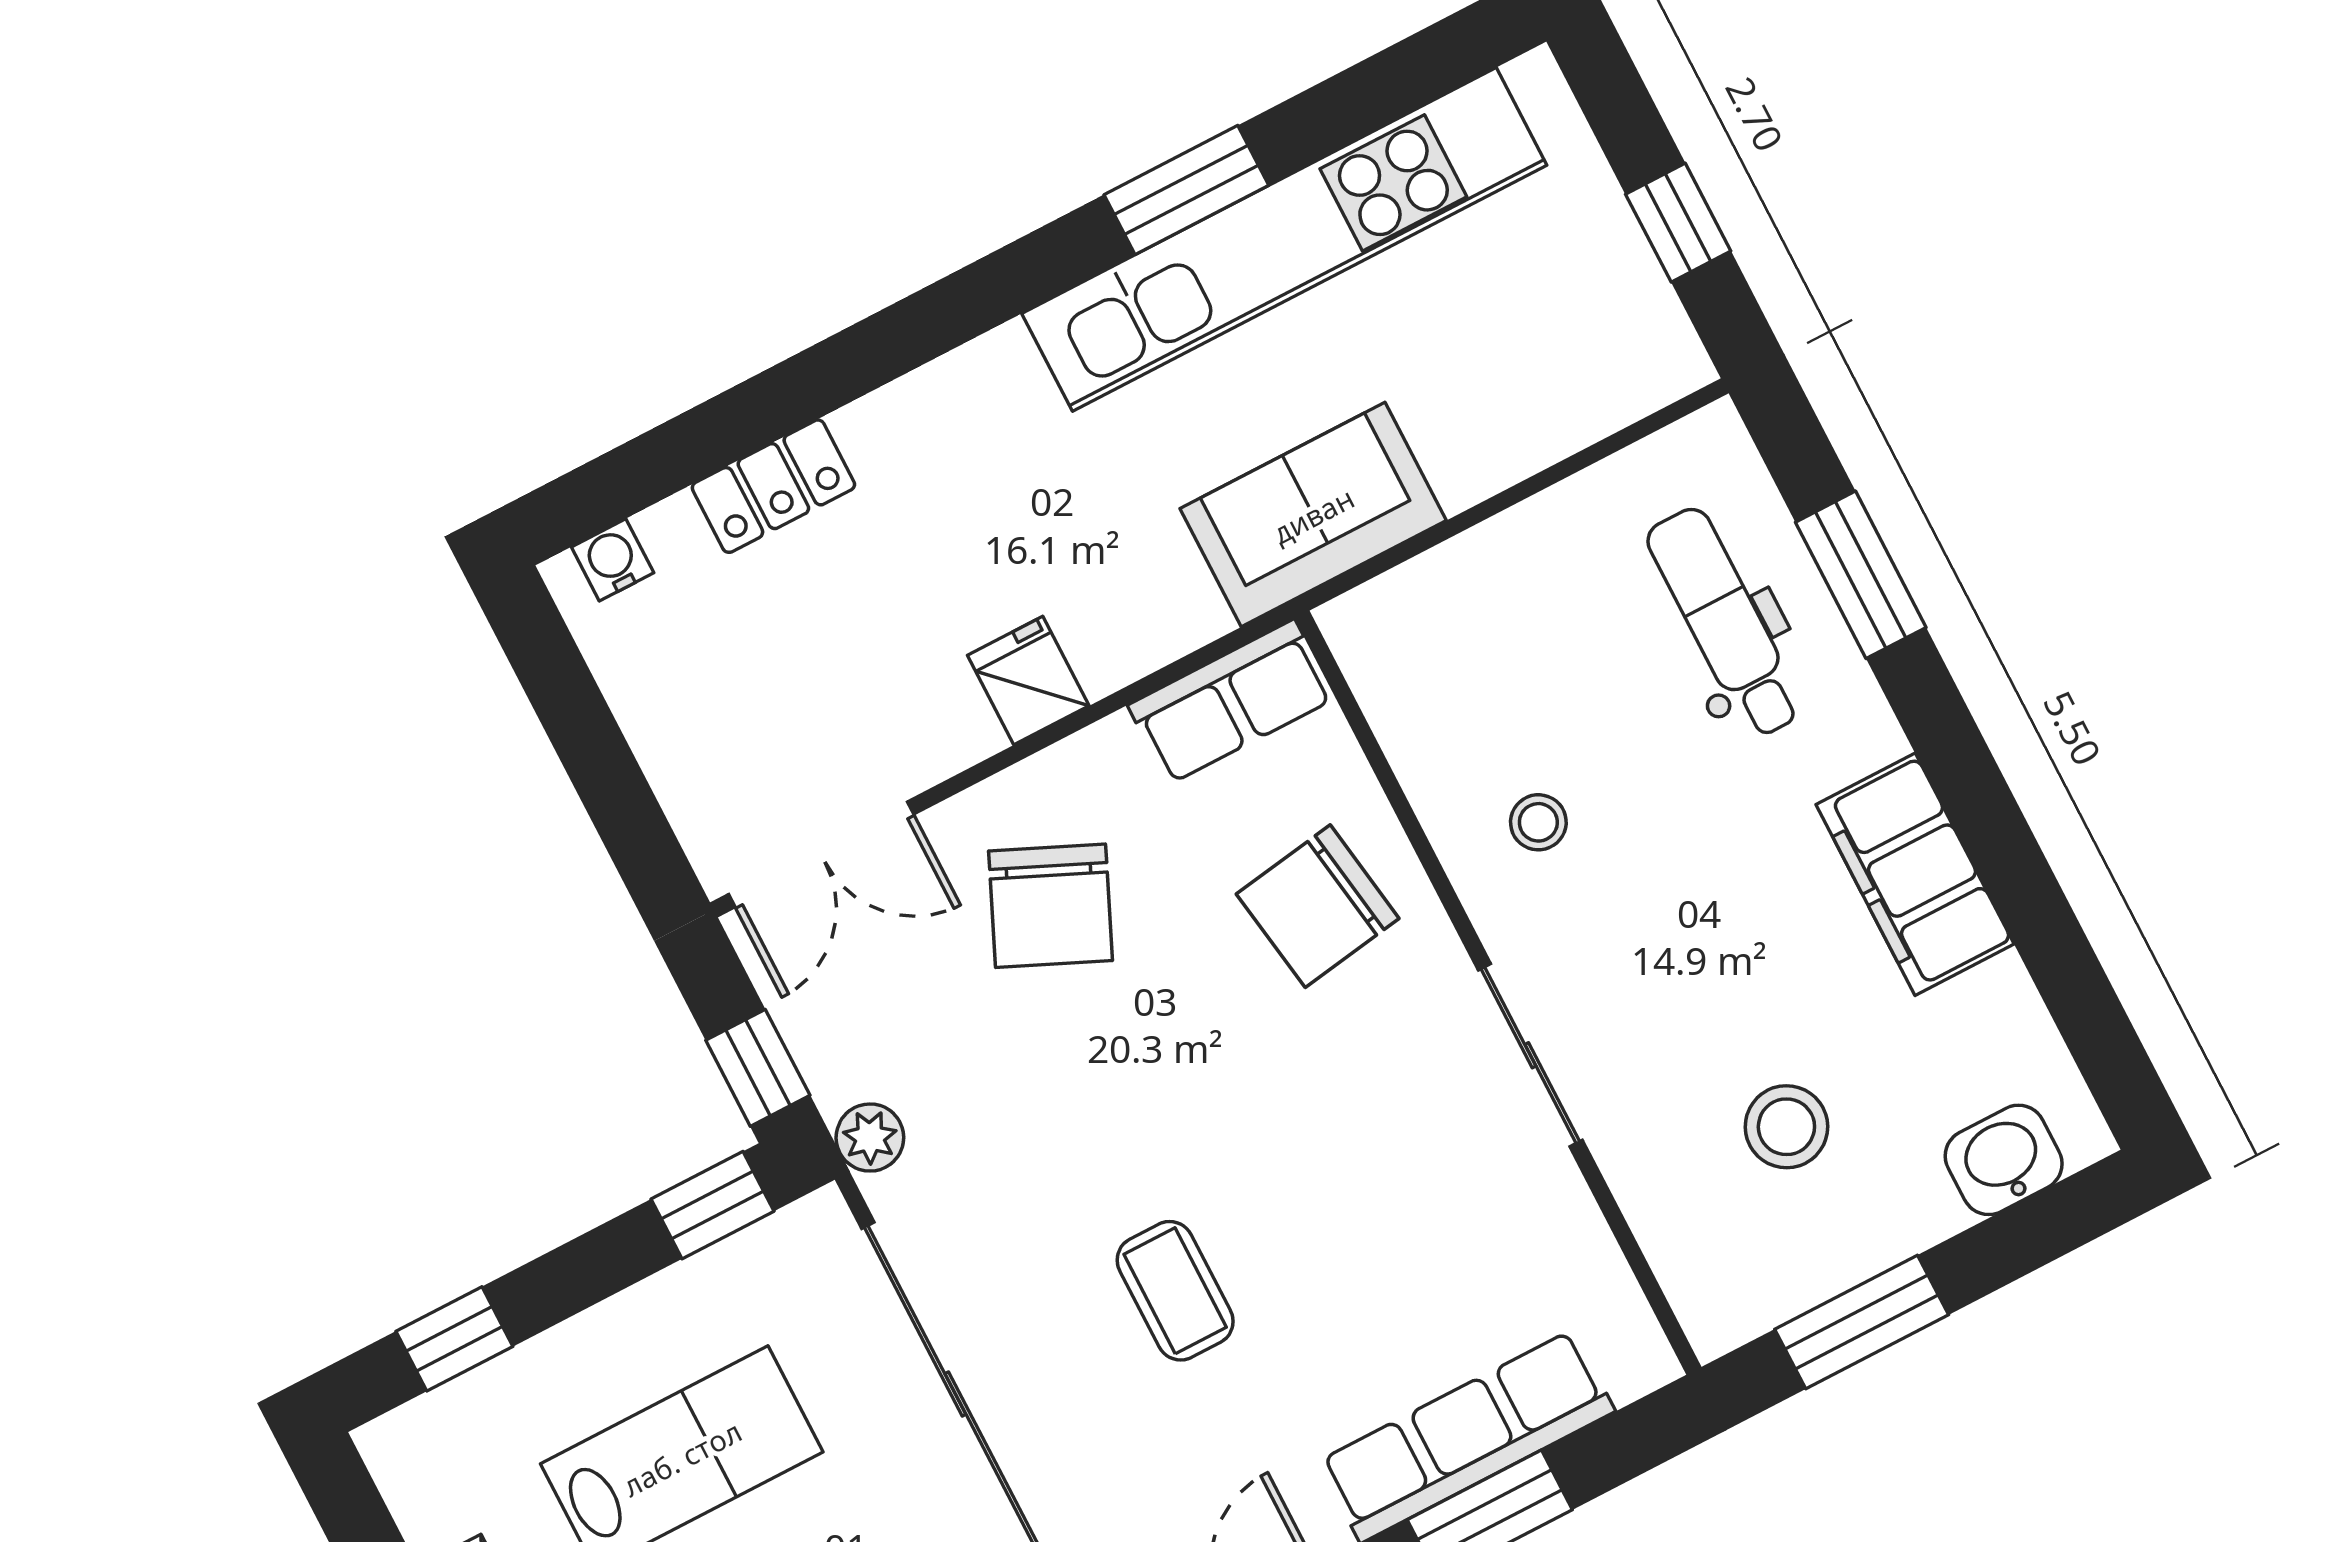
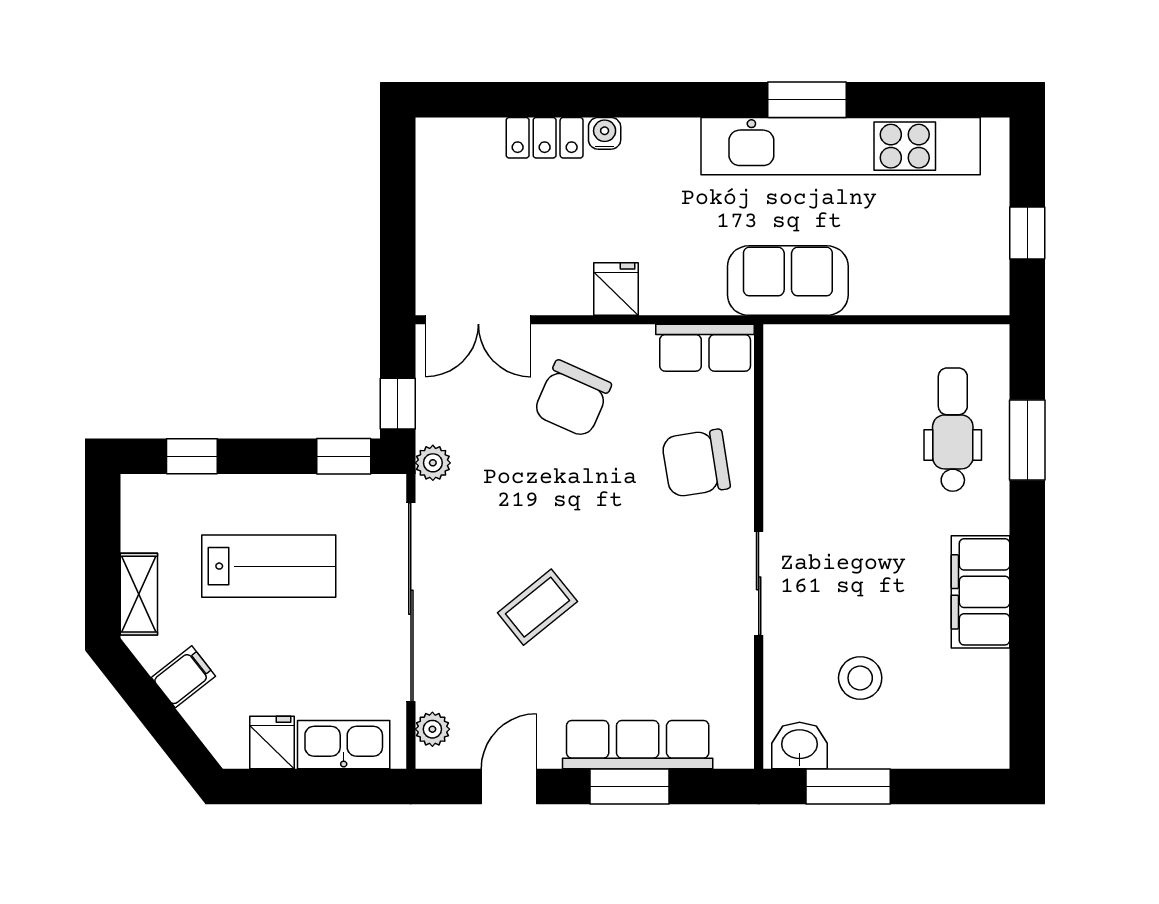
water cooler: (613, 560) -> (605, 133), moved
stool: (1538, 822) -> (818, 477), removed
washbasin: (2004, 1160) -> (800, 745), moved
coffee table: (1175, 1291) -> (537, 607), turned 51

